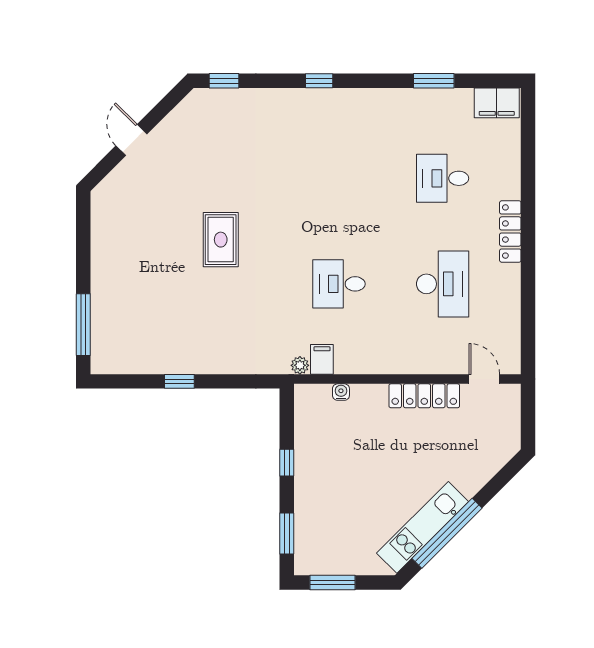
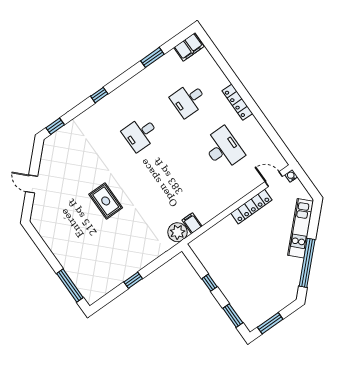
desk: (339, 284) -> (140, 134), moved
plant: (300, 365) -> (177, 232), width x1.88, depth x1.88
water cooler: (341, 392) -> (291, 176), moved
kitchen unit: (423, 527) -> (301, 228), moved

